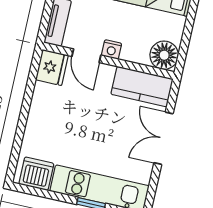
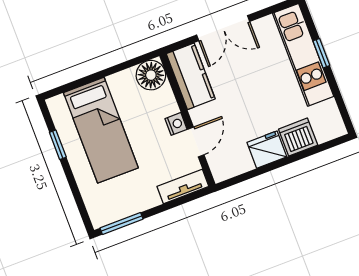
fridge: (52, 67) -> (267, 150), moved
dishwasher: (36, 174) -> (298, 137), moved, turned 90

